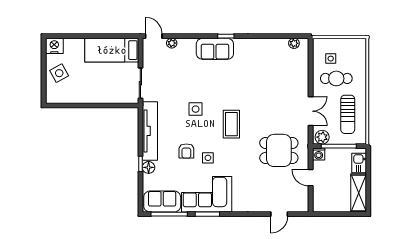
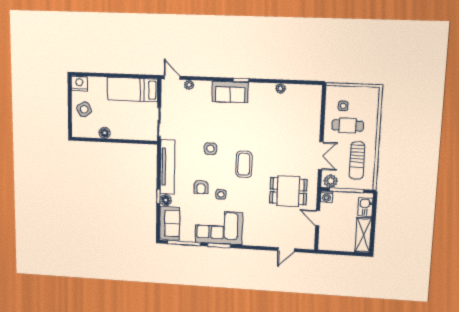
plant: (294, 43) -> (280, 89), moved
floor lamp: (82, 97) -> (105, 133), added
sofa: (162, 202) -> (170, 223), moved, turned 90

